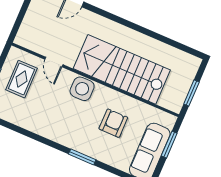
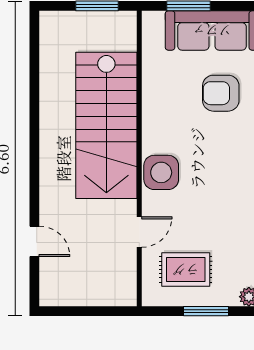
armchair: (113, 123) -> (221, 93), moved

